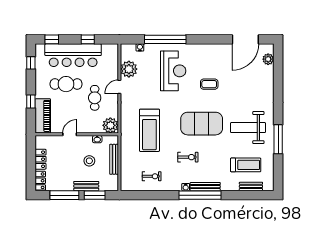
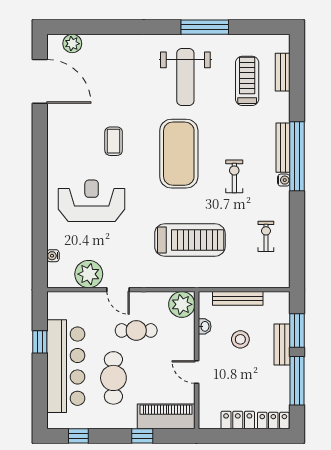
window: (52, 39) -> (40, 401), removed
window: (165, 39) -> (40, 214), removed

